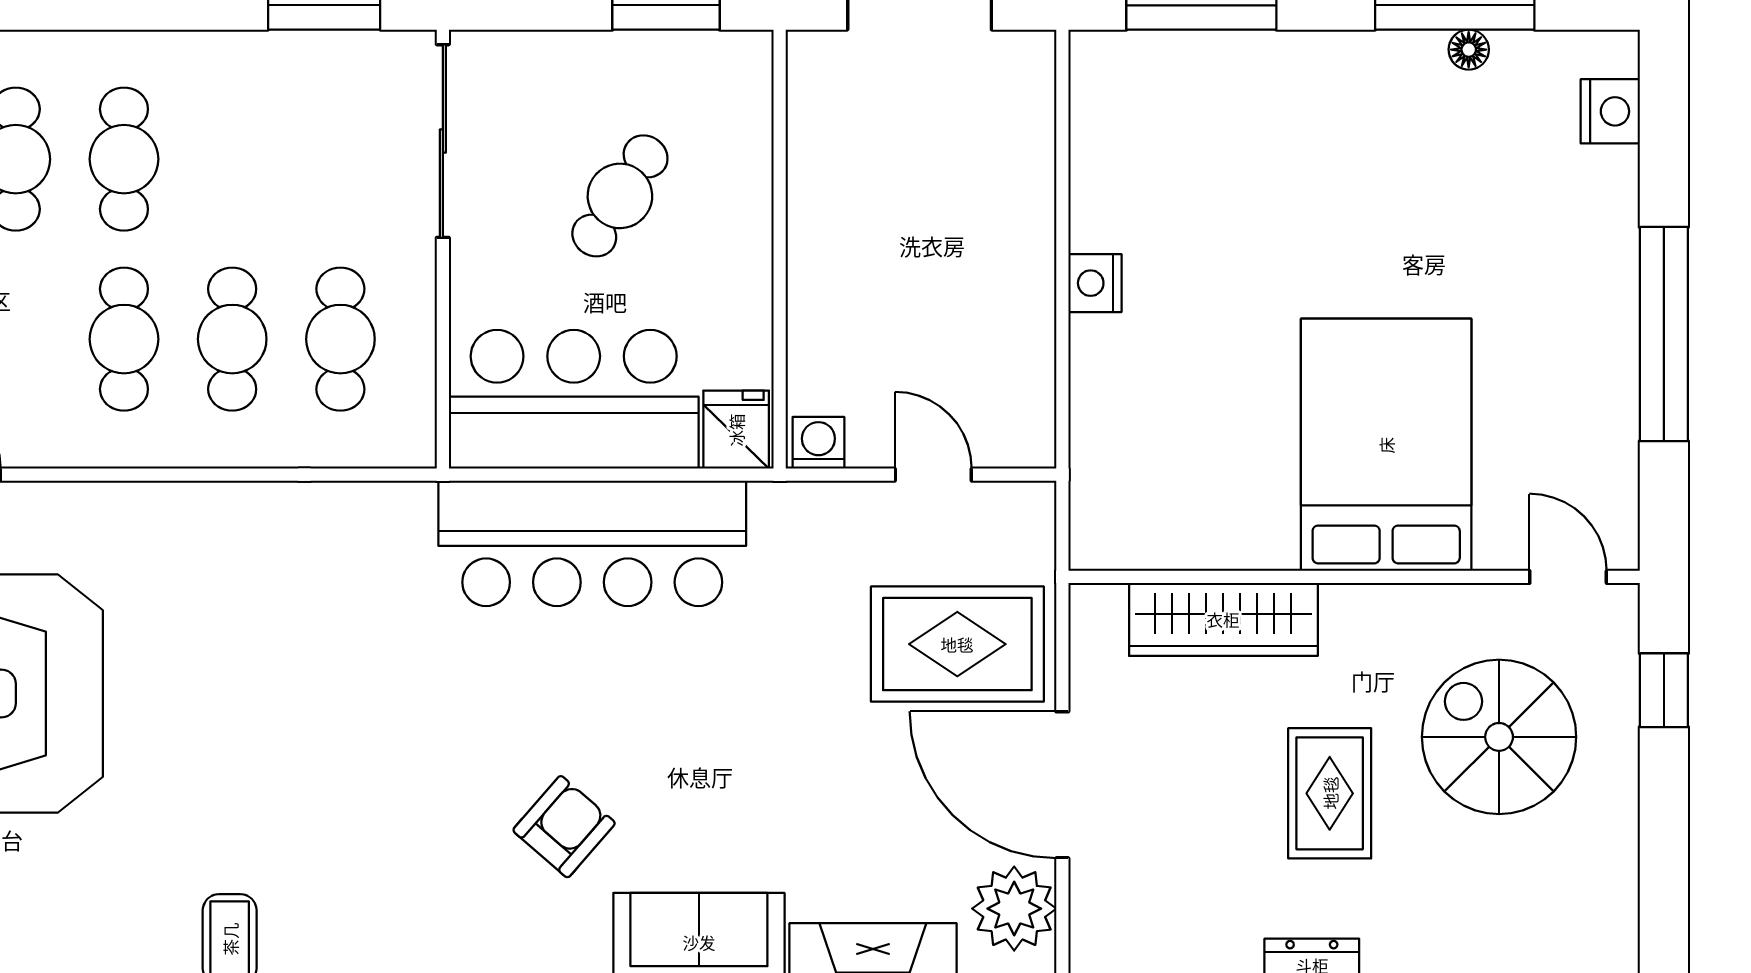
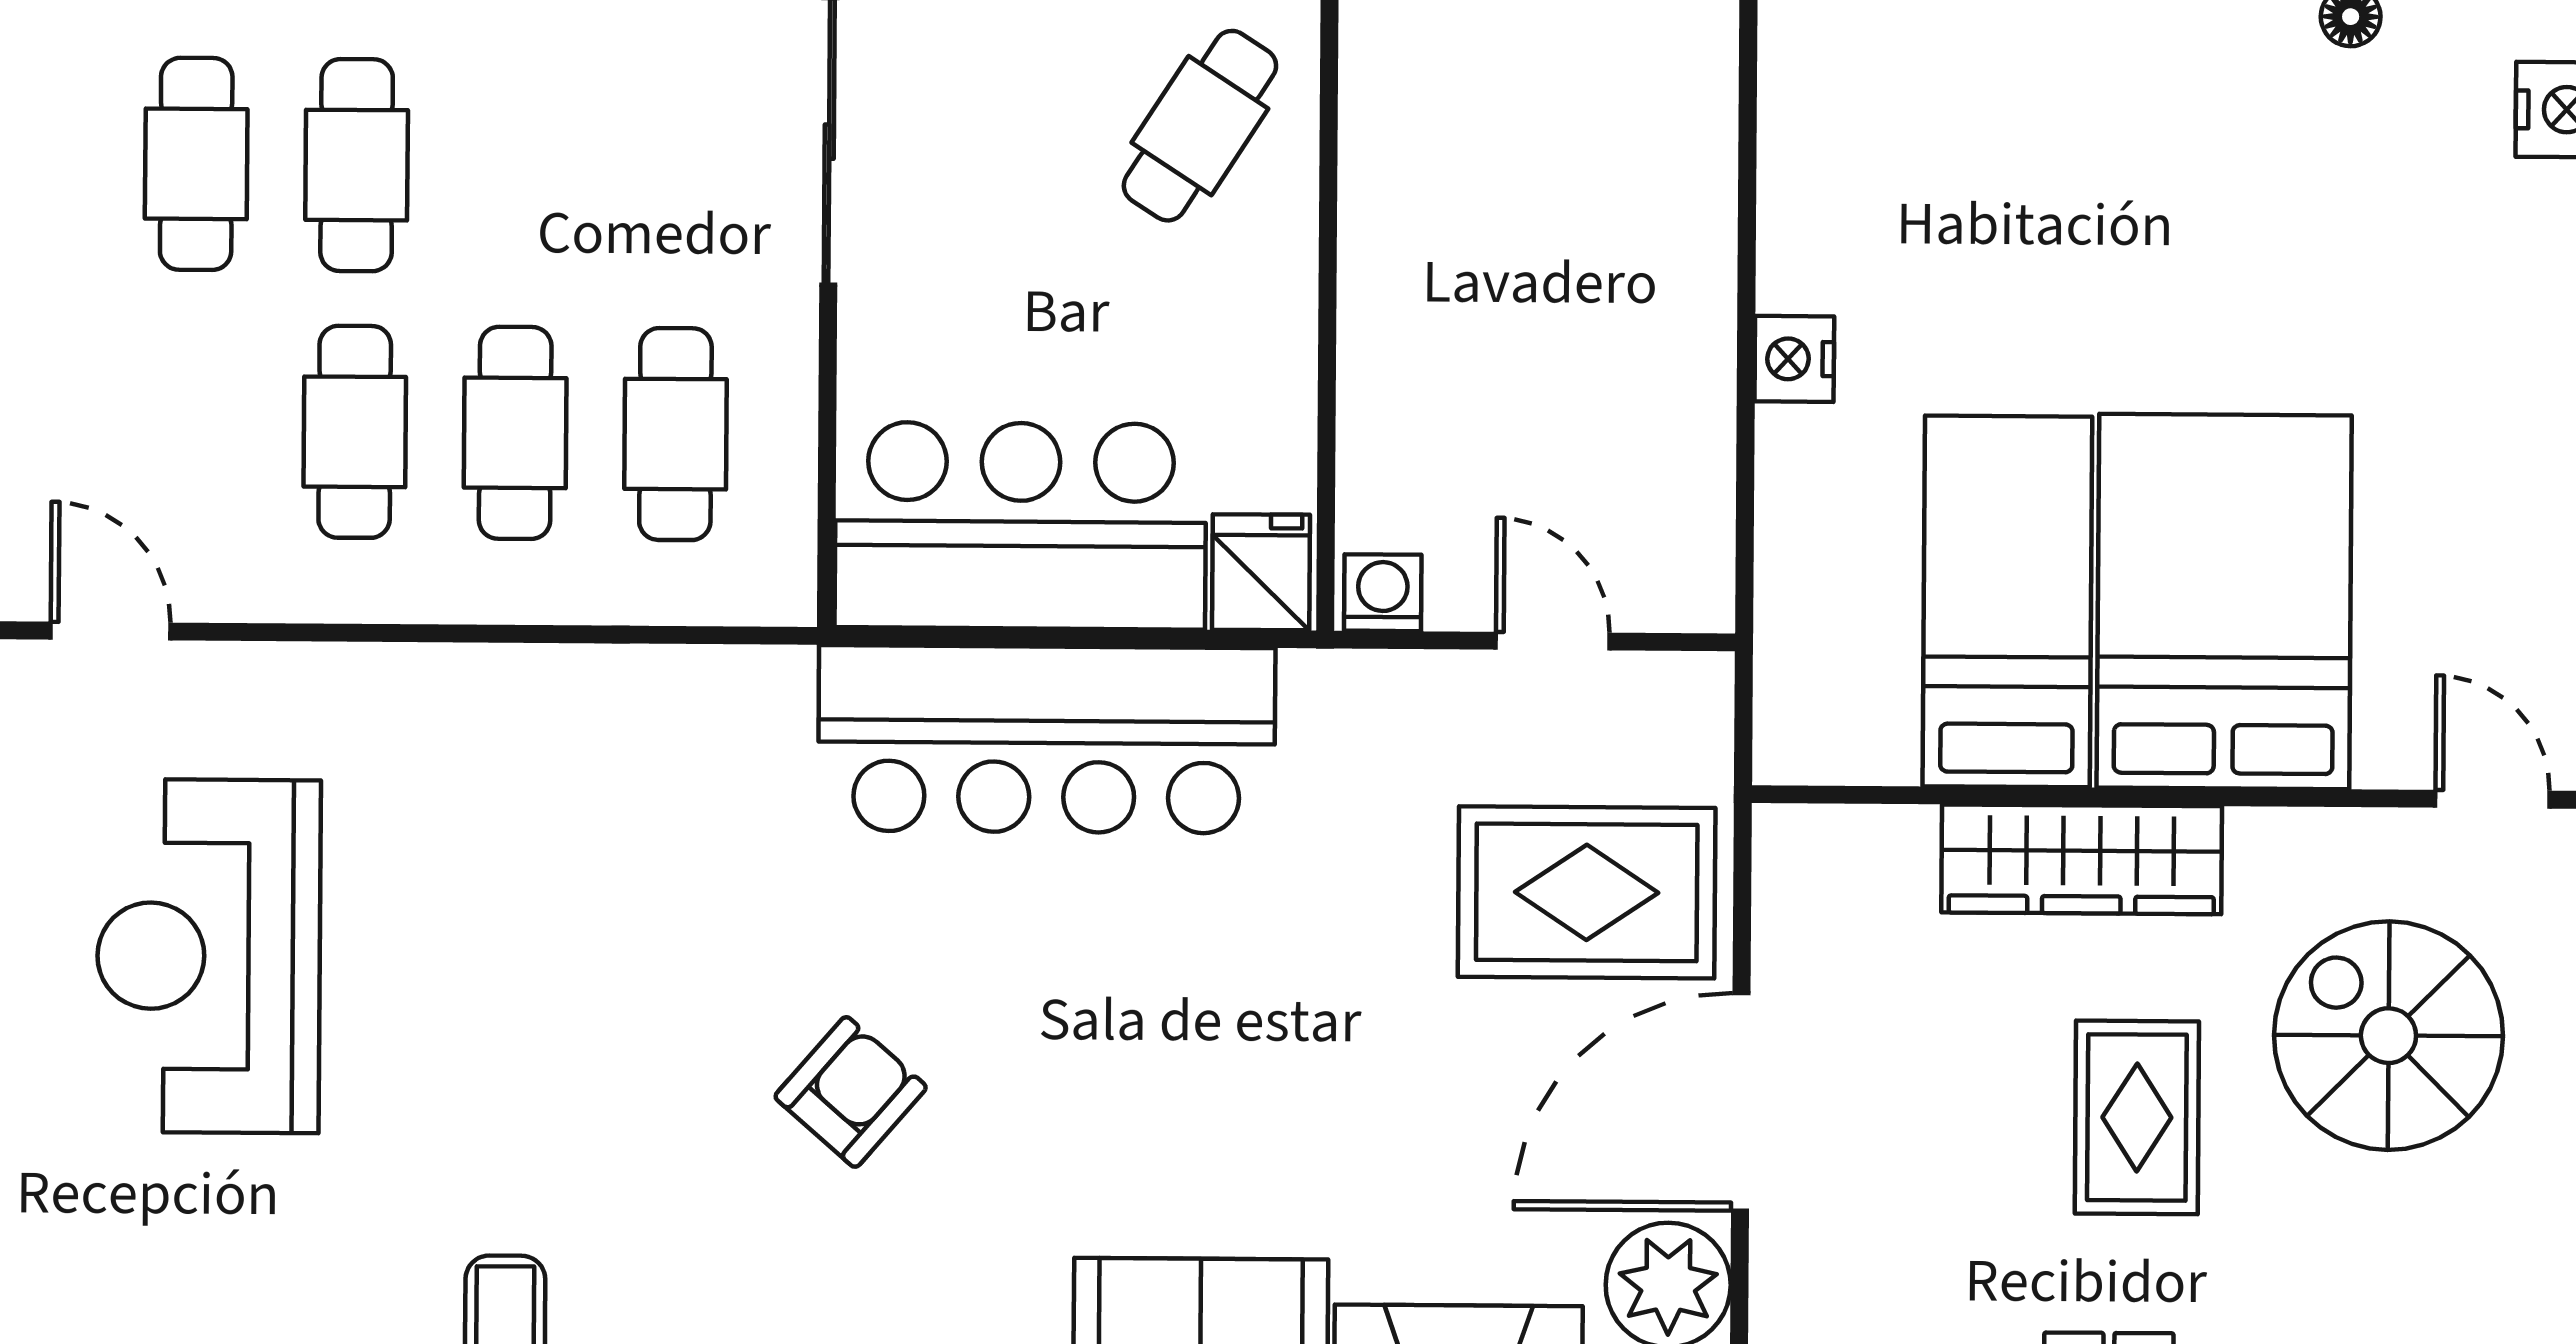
cafe table: (620, 196) -> (1200, 126), moved
bed: (1240, 446) -> (2007, 601), added
wardrobe: (1223, 619) -> (2082, 859), moved
door: (1062, 785) -> (1741, 1102), hinge flipped
armchair: (564, 827) -> (851, 1092), moved

